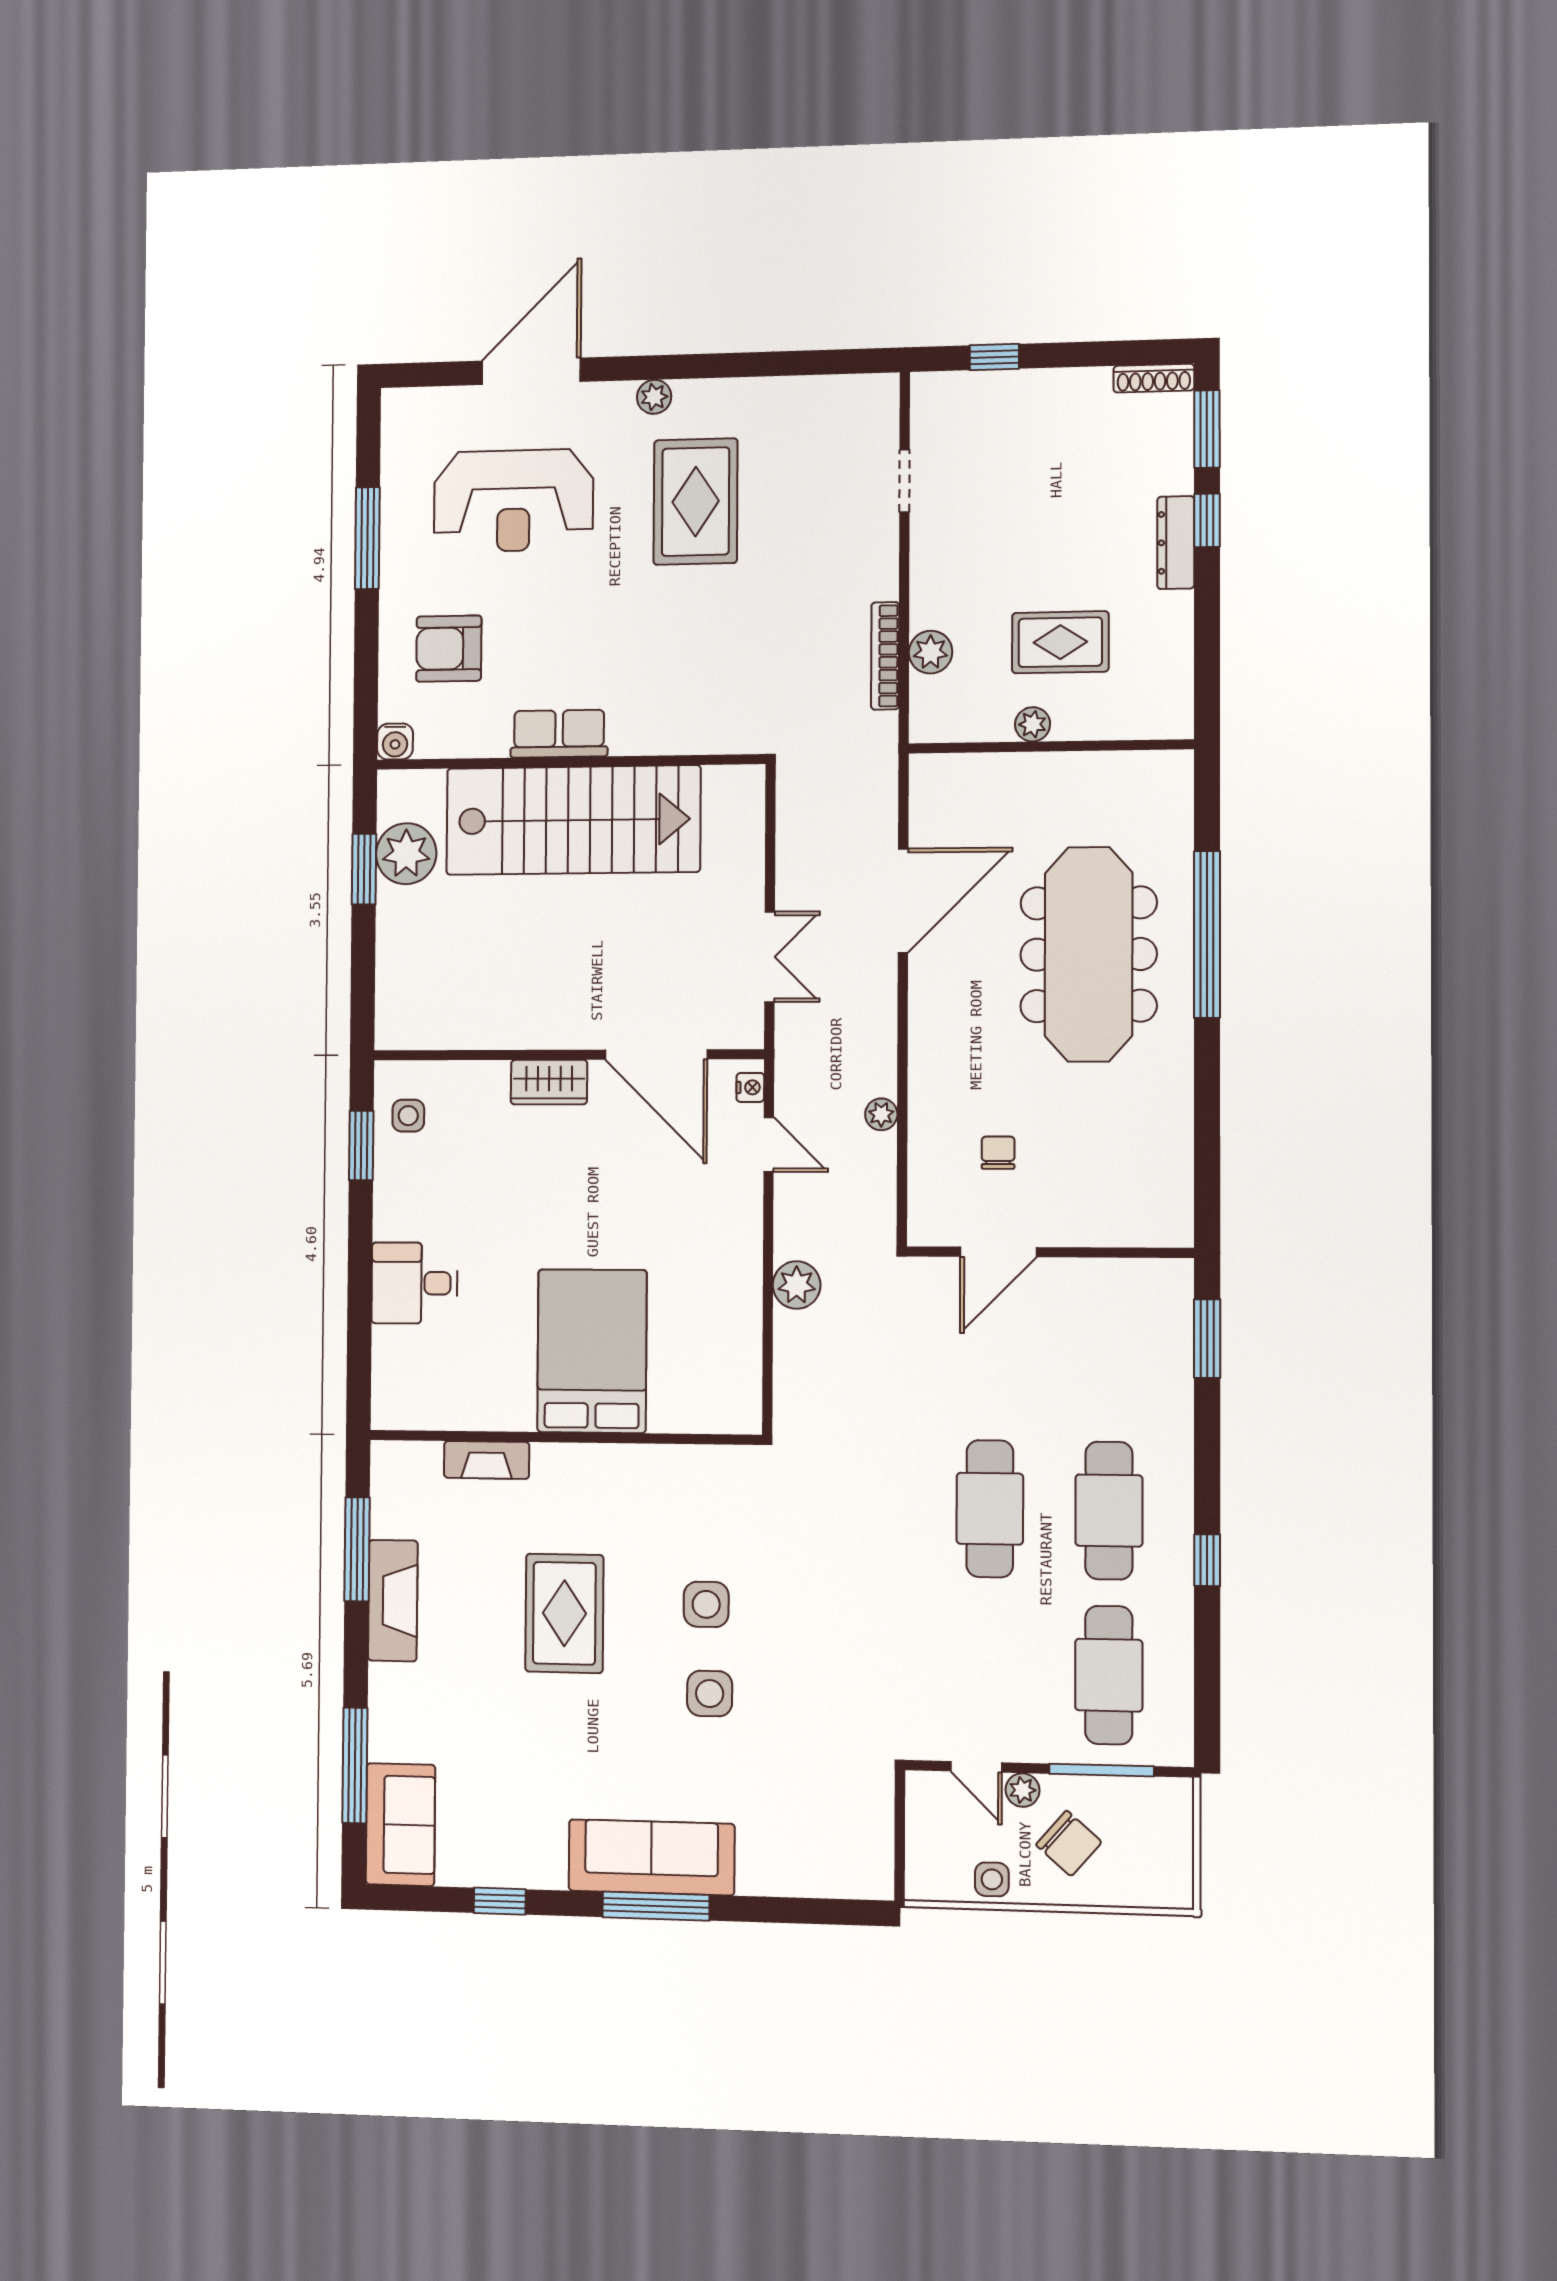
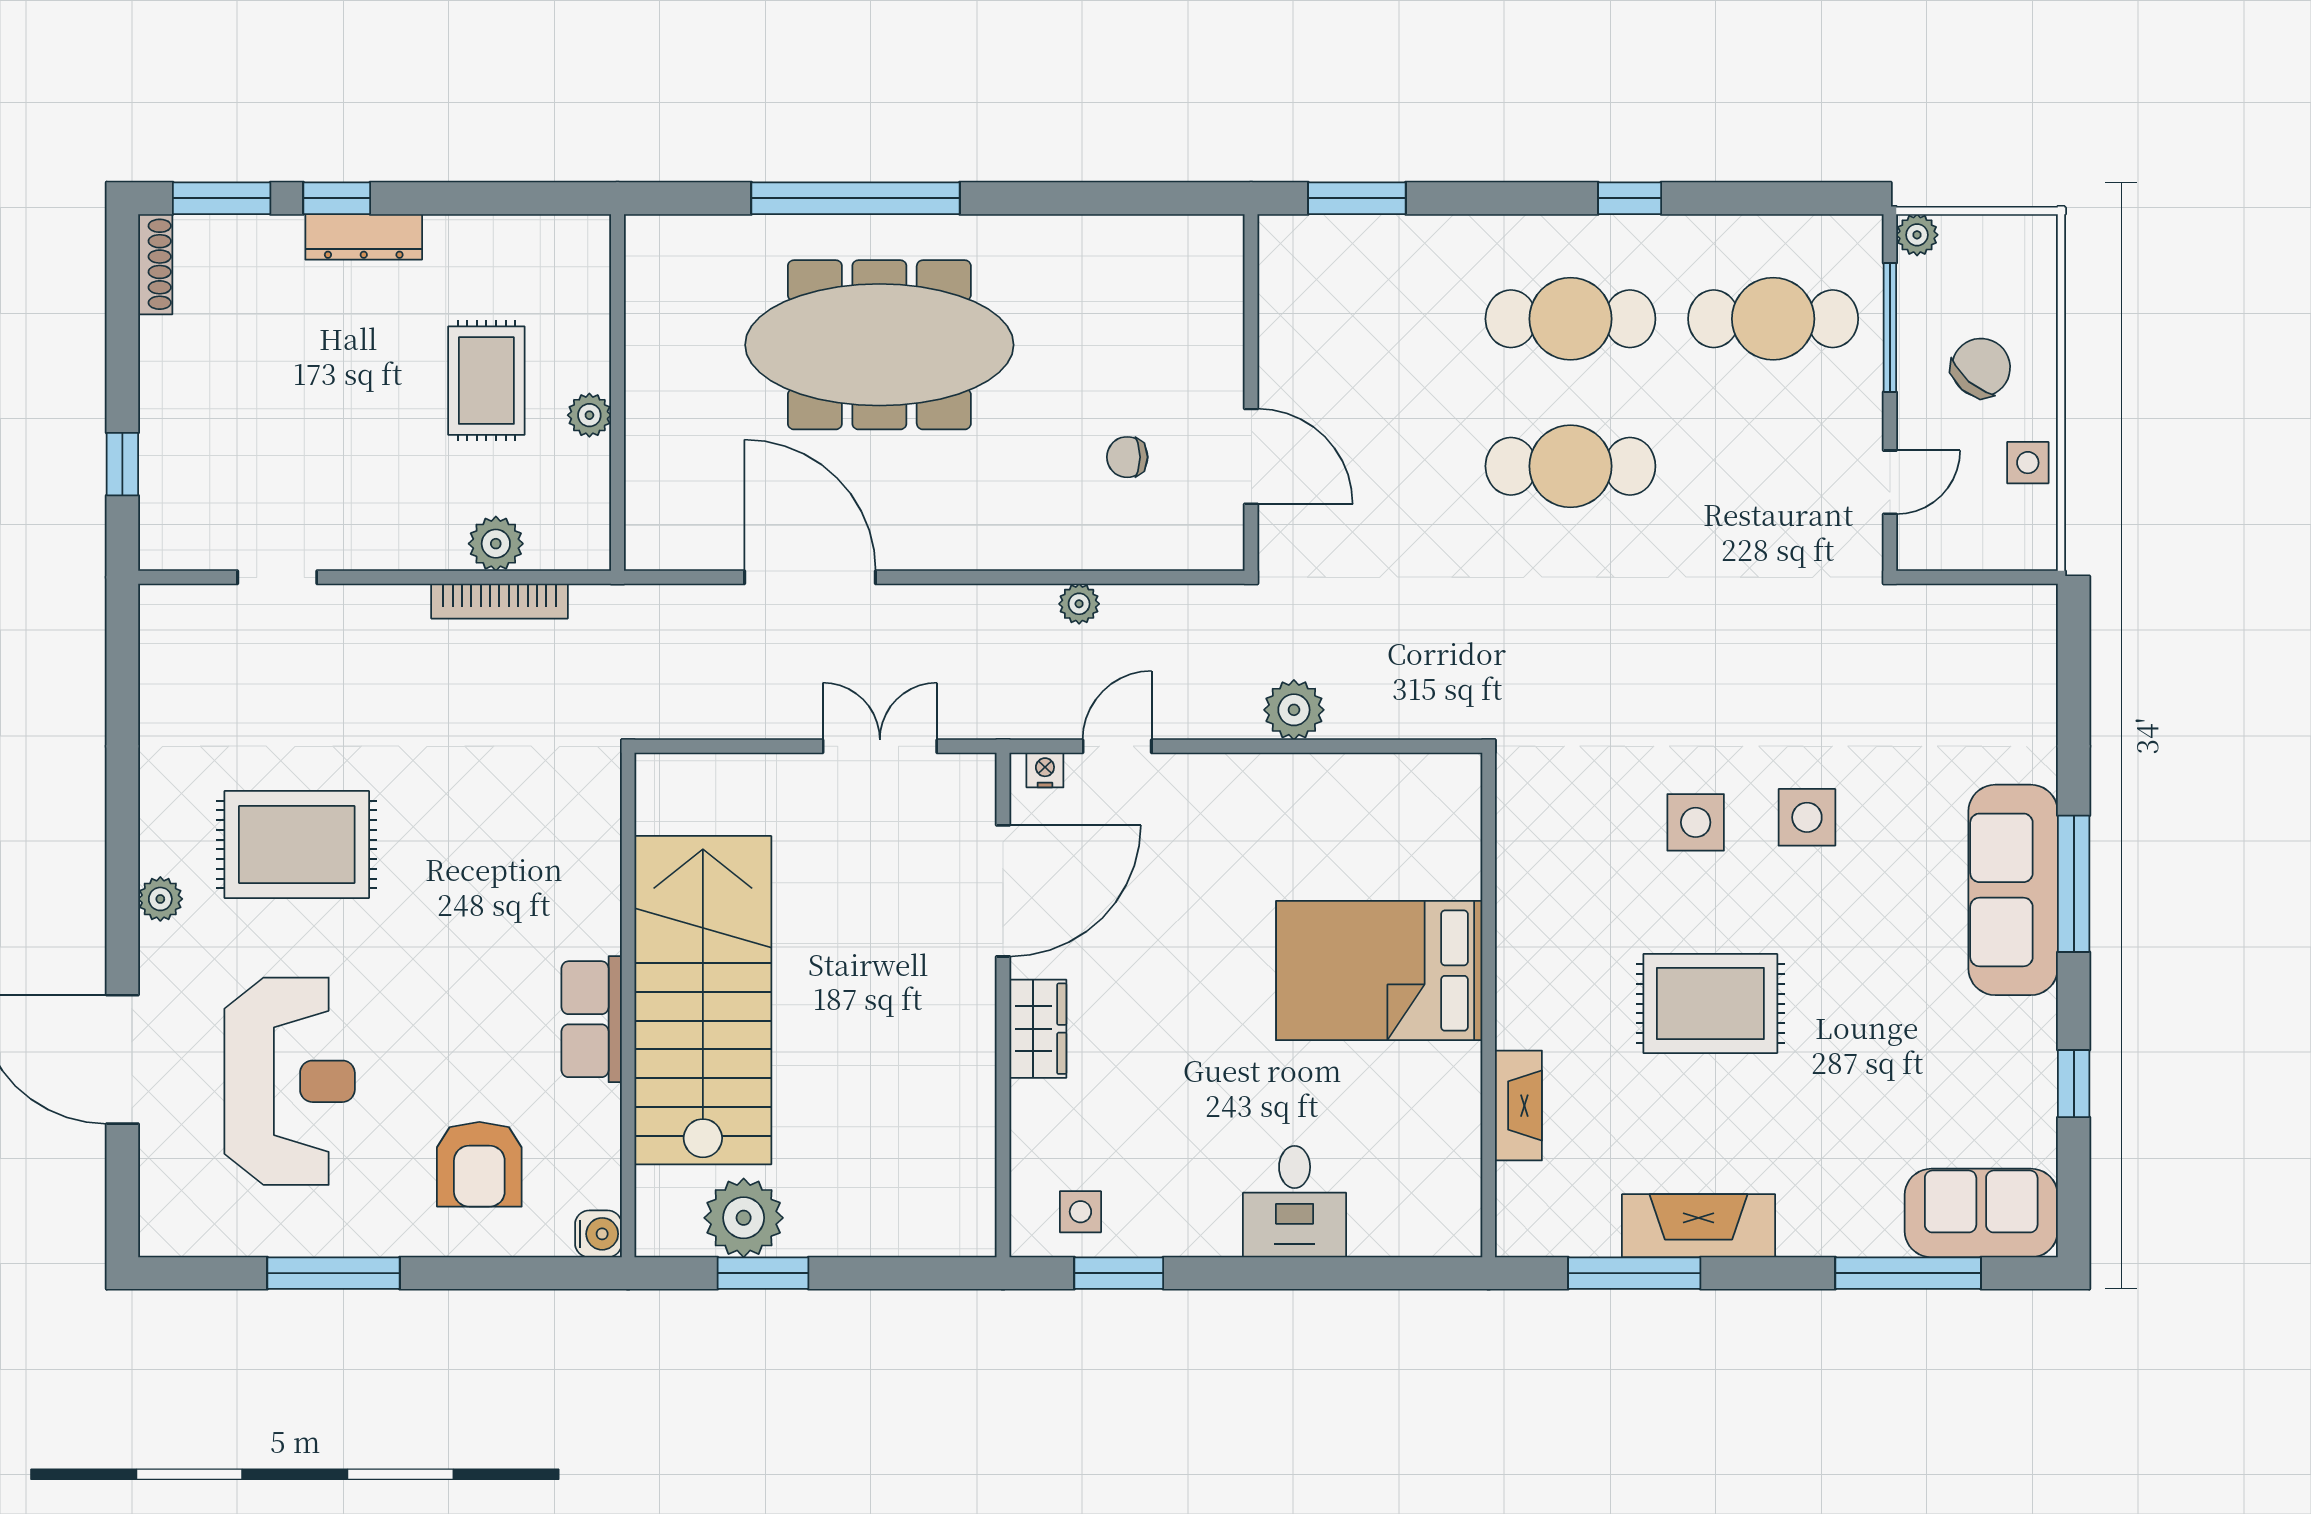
plant: (1023, 1790) -> (1917, 235), moved

